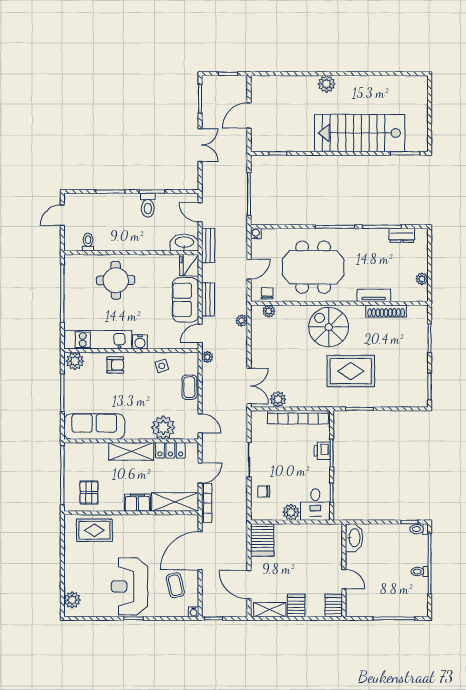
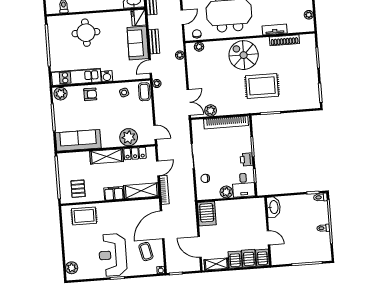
coffee table: (189, 387) -> (144, 92), moved
printer: (322, 451) -> (247, 159), moved
server rack: (315, 605) -> (249, 258), added

